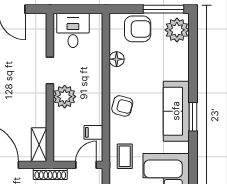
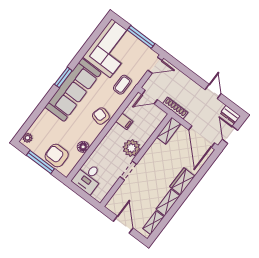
window: (163, 9) -> (40, 162), moved
desk: (73, 30) -> (88, 178), moved
plant: (177, 30) -> (27, 138), width x0.53, depth x0.53
sofa: (176, 111) -> (73, 90), width x1.36, depth x1.27
filing cabinet: (93, 132) -> (124, 121), moved

